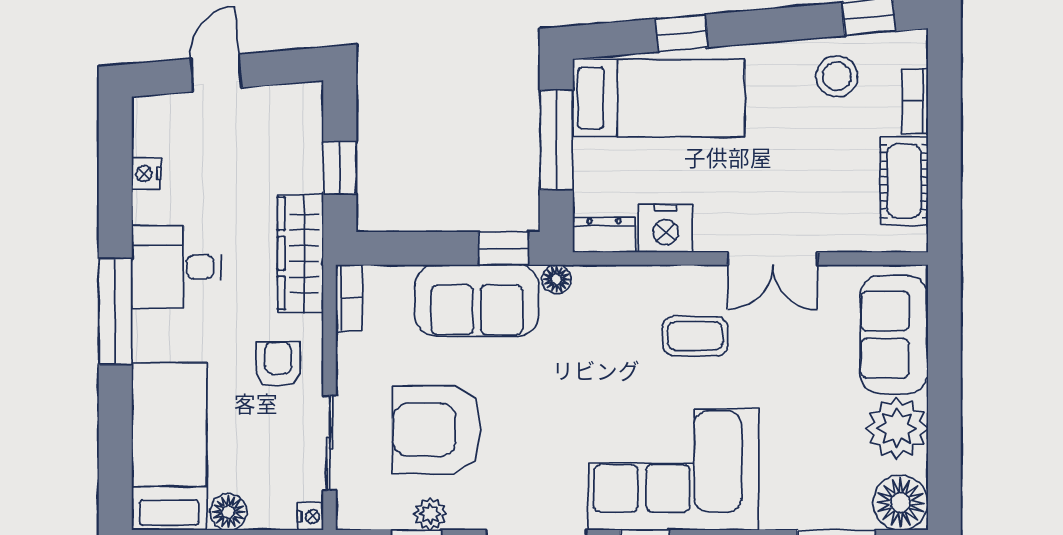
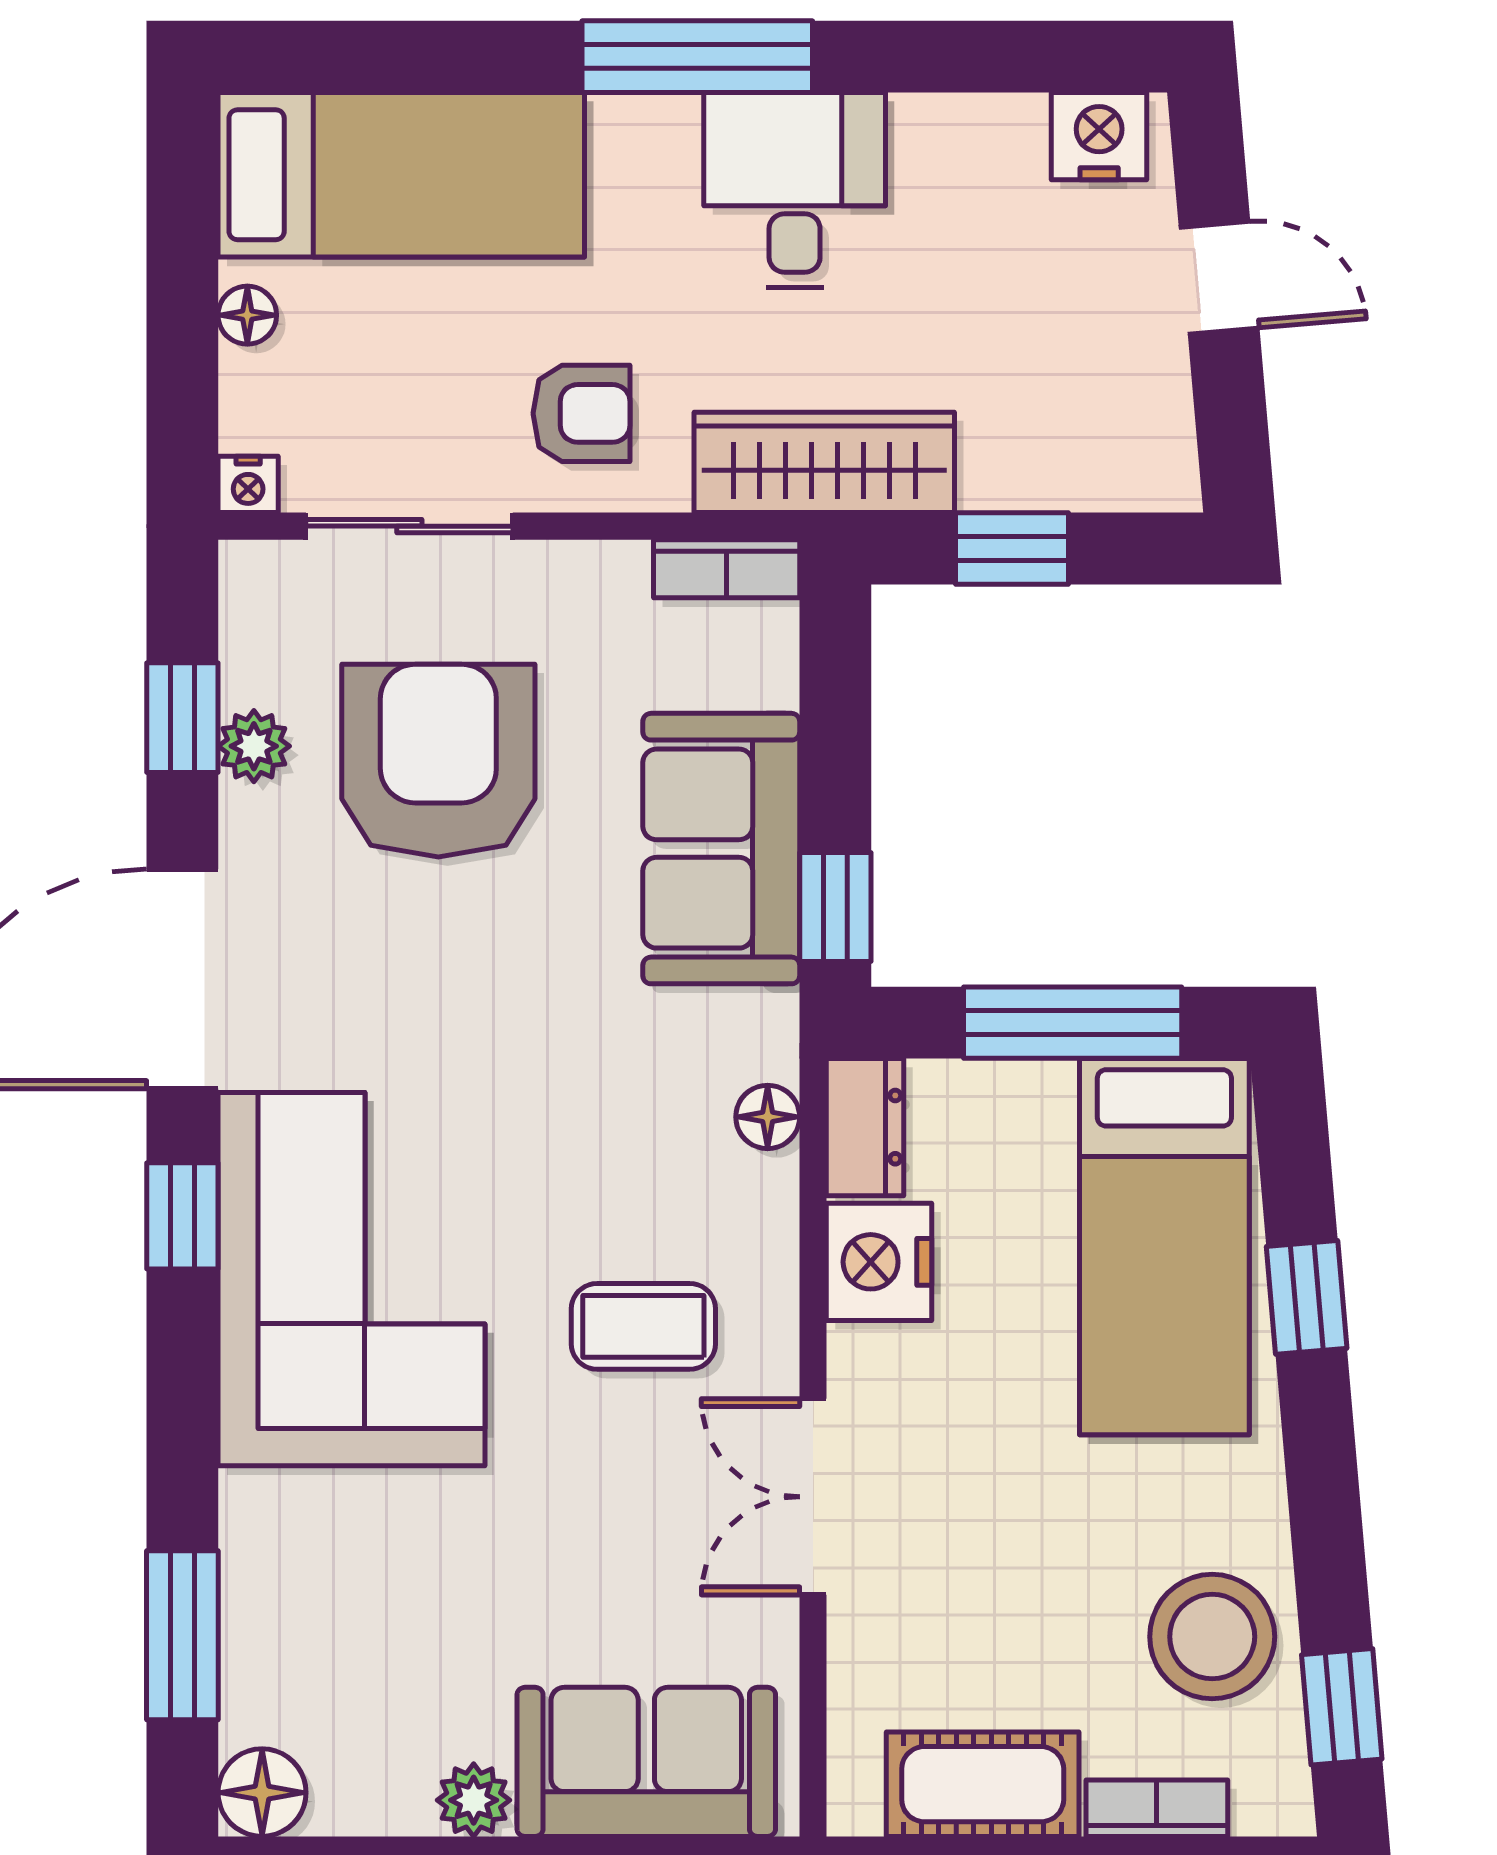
stool: (837, 76) -> (1212, 1637), width x1.38, depth x1.38
nightstand: (146, 174) -> (1099, 136), moved, width x1.39, depth x1.35
floor lamp: (556, 279) -> (768, 1117), moved
coffee table: (695, 336) -> (643, 1326), turned 90
plant: (897, 428) -> (474, 1800), width x0.53, depth x0.53
floor lamp: (900, 503) -> (262, 1793), width x0.73, depth x0.73
floor lamp: (228, 512) -> (247, 315), width x0.73, depth x0.73

